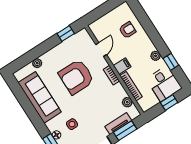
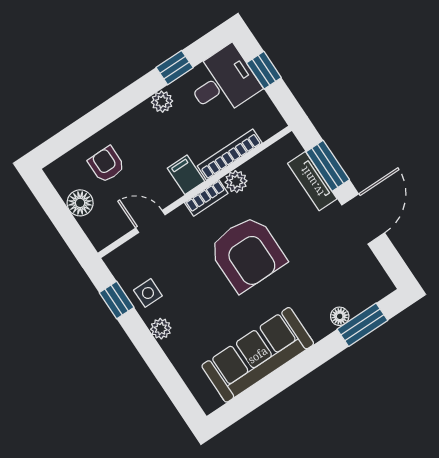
floor lamp: (110, 18) -> (80, 203), added
plant: (37, 63) -> (161, 329), moved
armchair: (76, 77) -> (247, 253), moved
plant: (127, 102) -> (236, 182), moved
side table: (72, 124) -> (148, 293), moved

